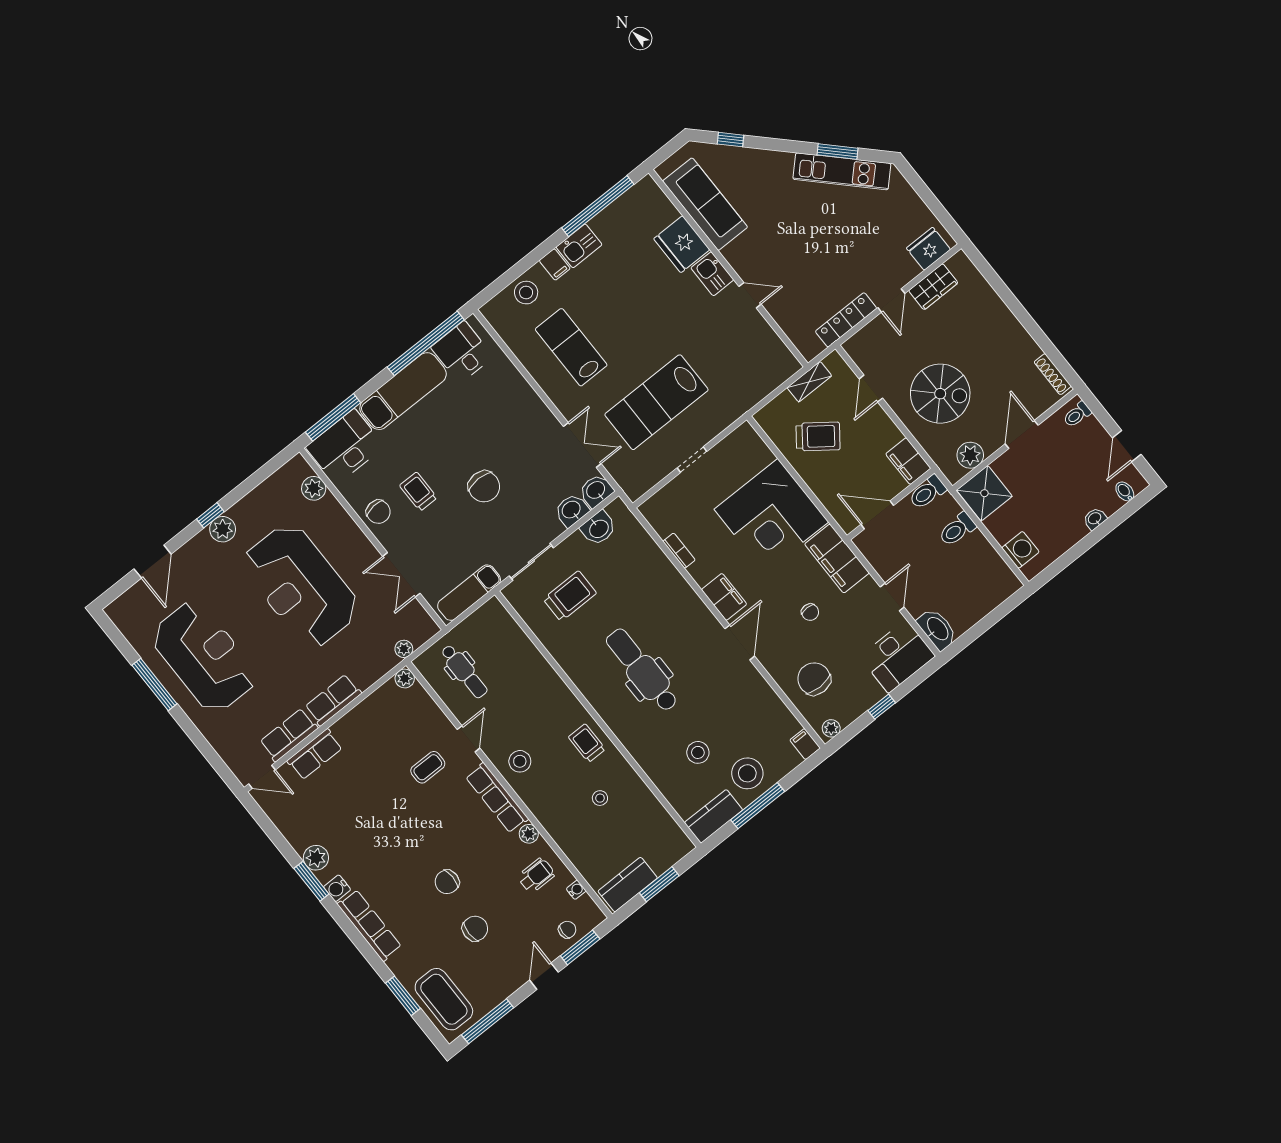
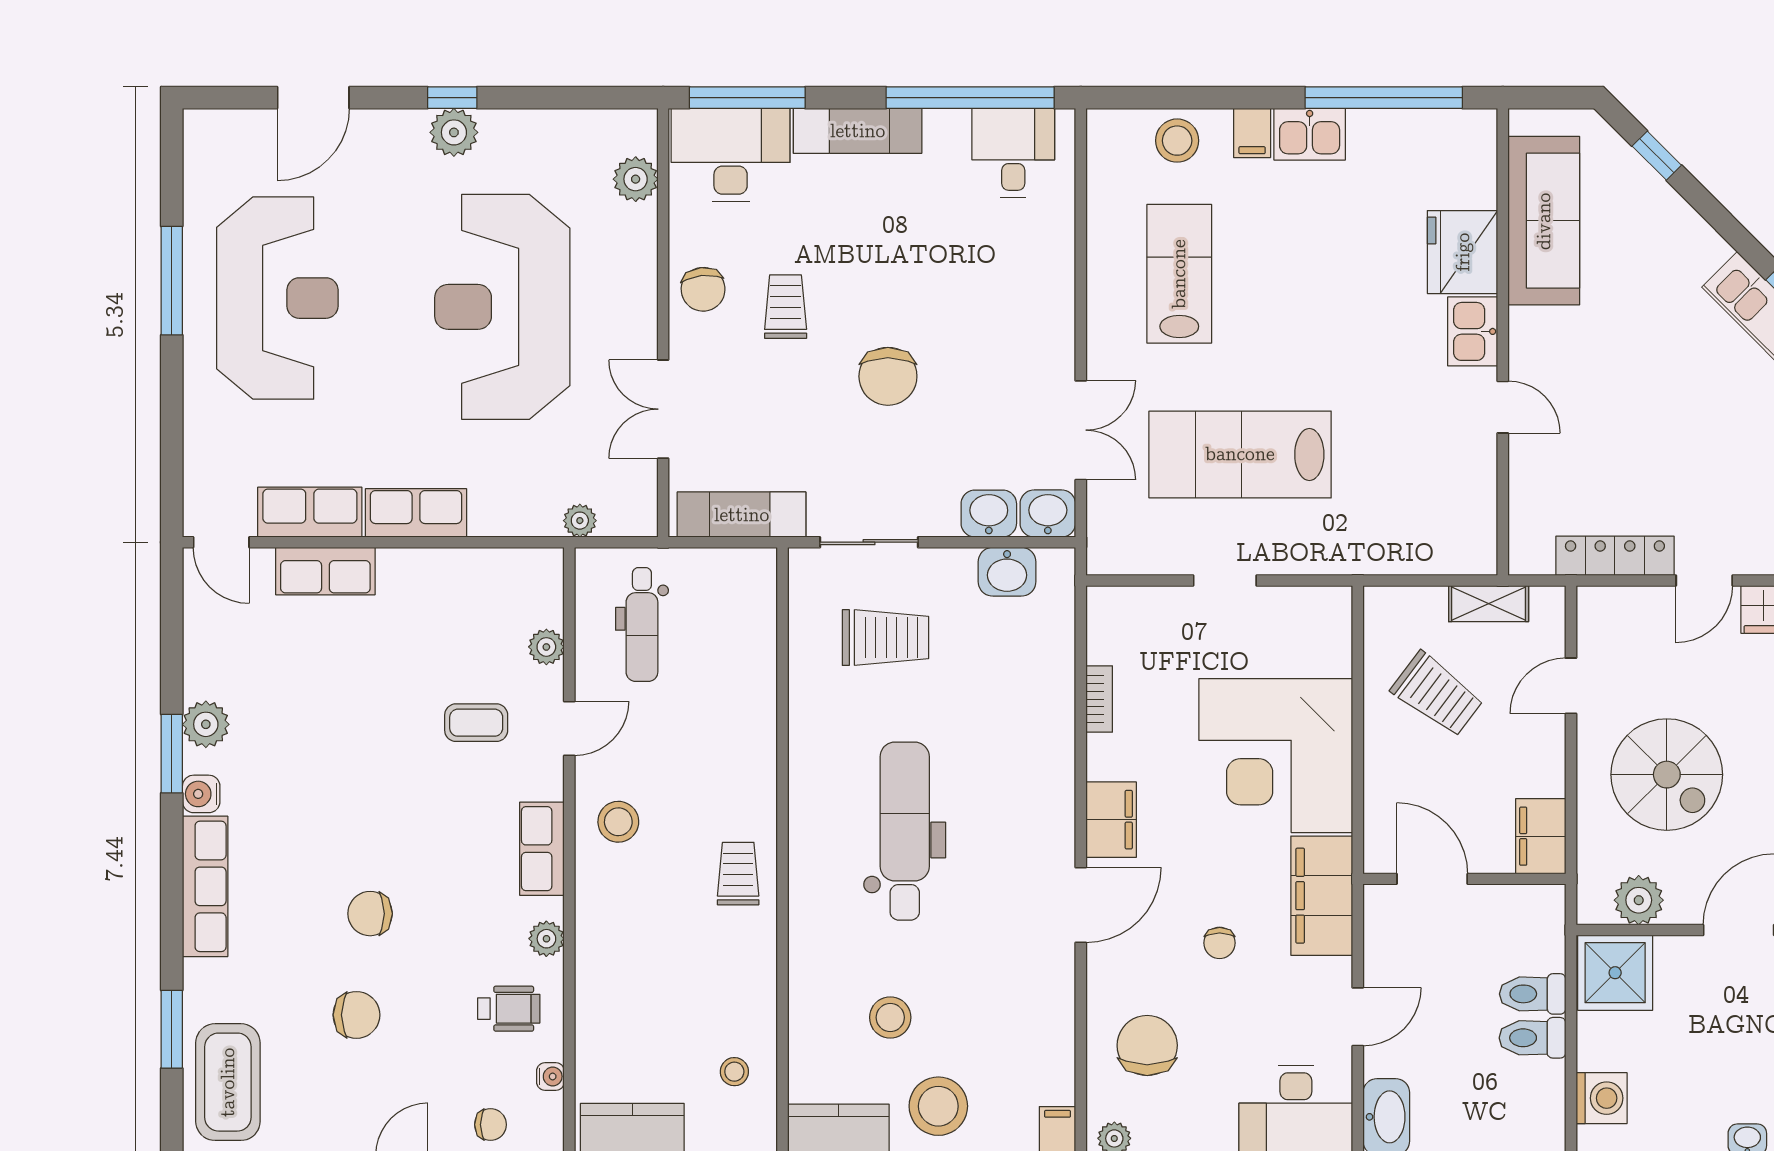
exam couch: (403, 391) -> (858, 131), width x0.73, depth x0.69
toilet: (927, 492) -> (1532, 1038), moved
plant: (405, 679) -> (546, 647), moved
row of seats: (497, 798) -> (542, 849), width x0.68
stool: (600, 798) -> (734, 1072), moved

